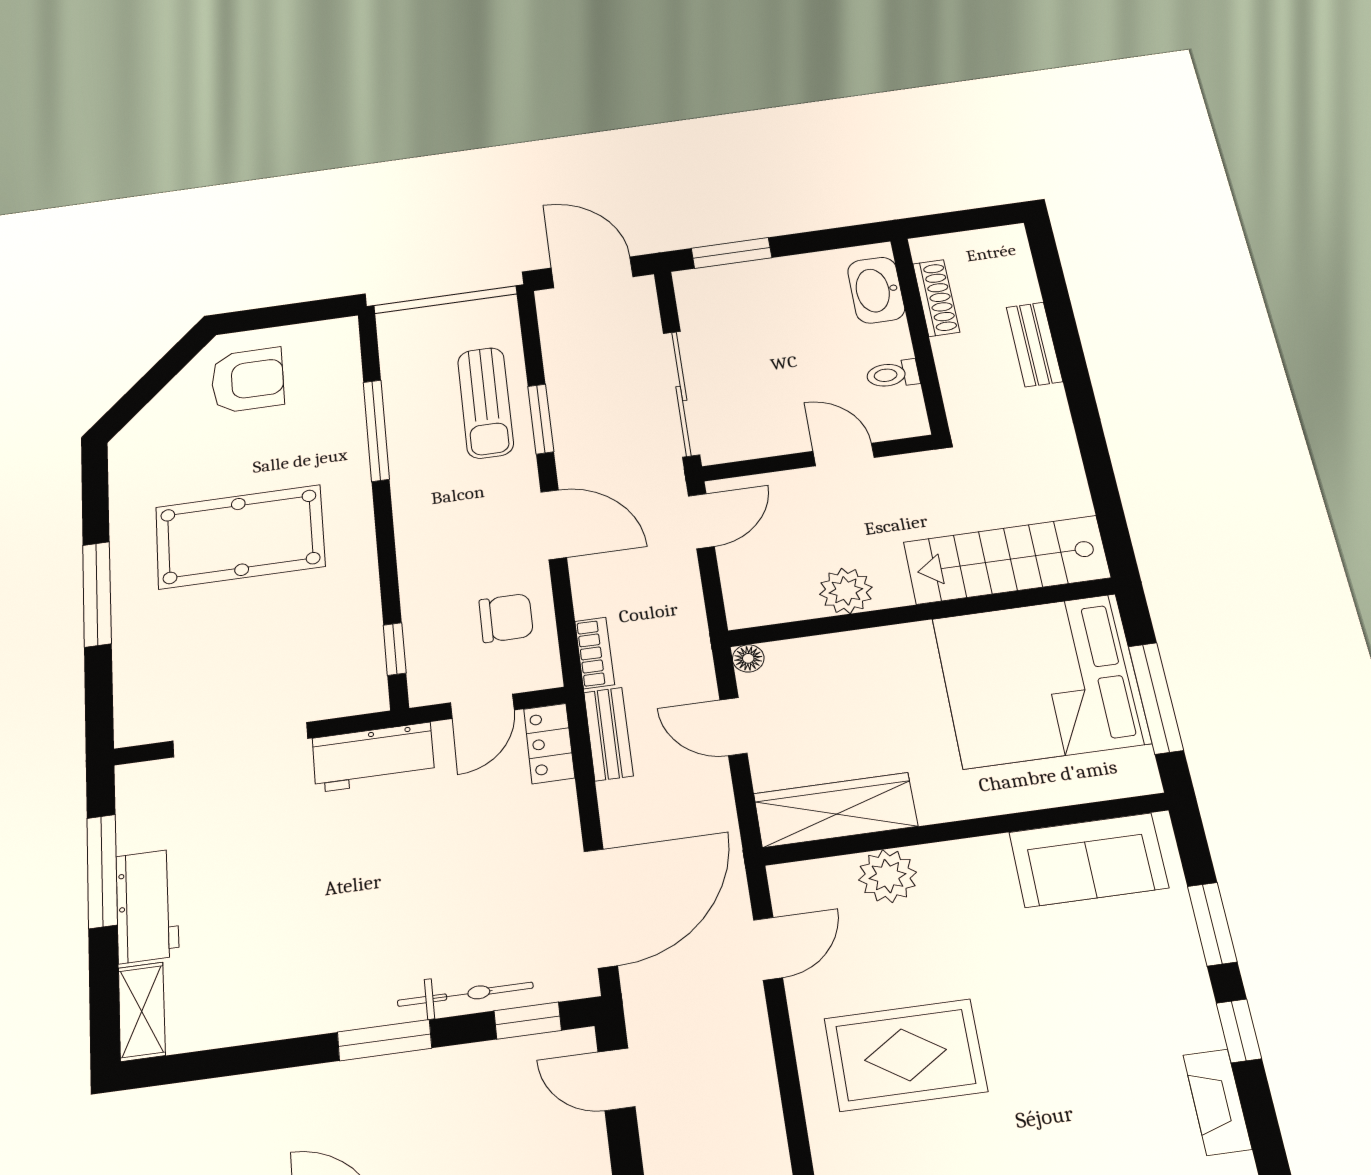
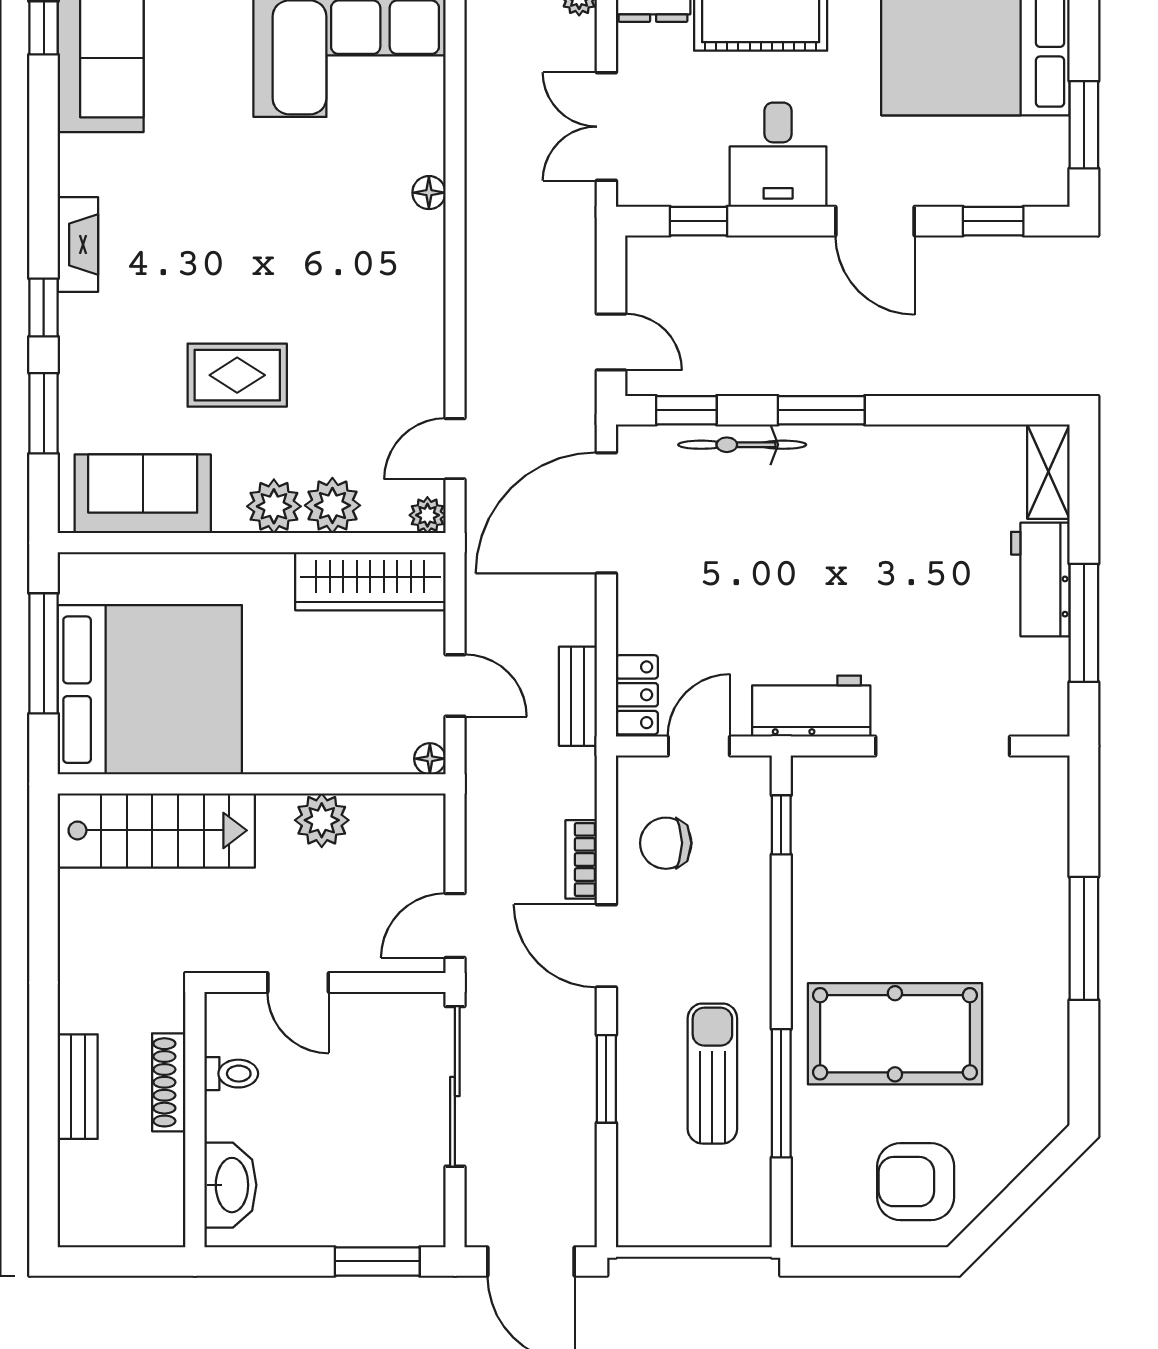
shoe rack: (936, 298) -> (169, 1082), moved
sun lounger: (486, 403) -> (712, 1074), moved
pool table: (240, 537) -> (895, 1034), moved
bookcase: (595, 653) -> (581, 859), moved
plant: (949, 867) -> (274, 506), added
plant: (787, 880) -> (427, 515), added
rug: (906, 1055) -> (237, 375), moved, width x0.73, depth x0.70

